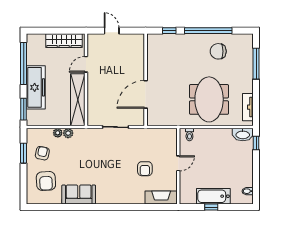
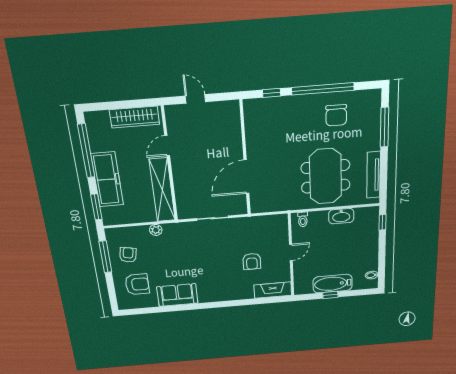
chair: (218, 51) -> (336, 115), turned -90
tv unit: (248, 107) -> (374, 175), width x1.41
plant: (58, 133) -> (143, 231), removed
washbasin: (243, 135) -> (341, 216), moved
window: (24, 153) -> (105, 257), width x1.44
armchair: (46, 181) -> (137, 284), turned -87

